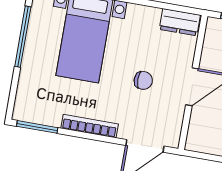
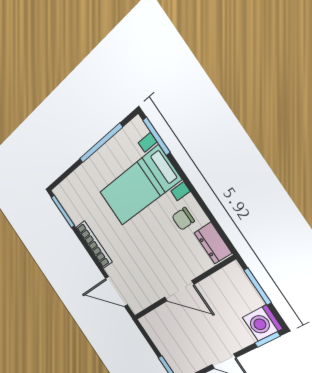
chair: (143, 80) -> (183, 219), moved, turned 90

